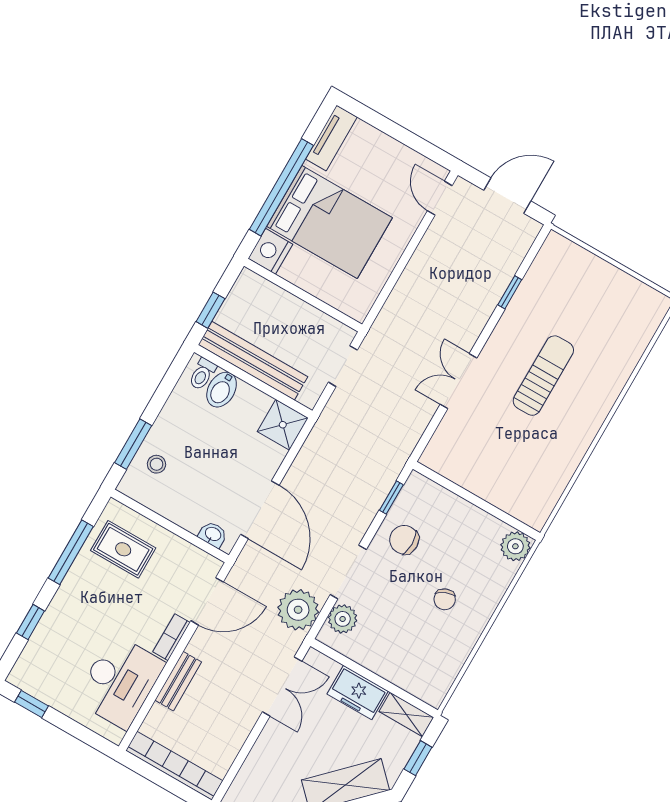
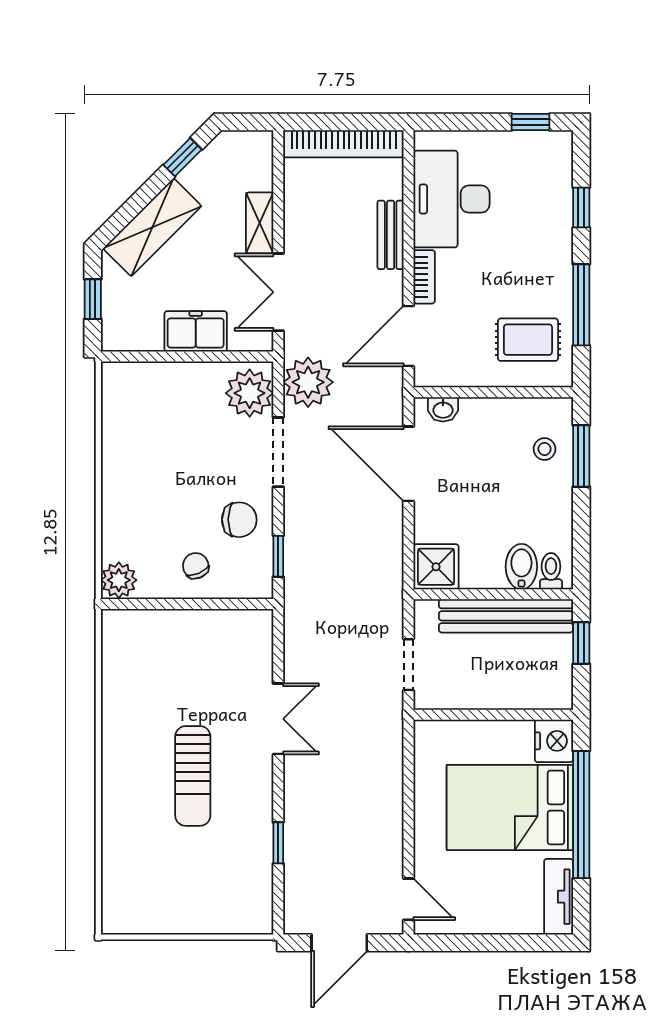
chair: (445, 599) -> (196, 566), moved
plant: (343, 619) -> (250, 393), width x1.36, depth x1.36
shelving: (406, 714) -> (260, 223), moved, turned 90

